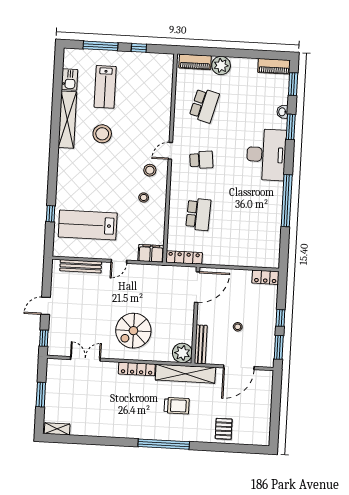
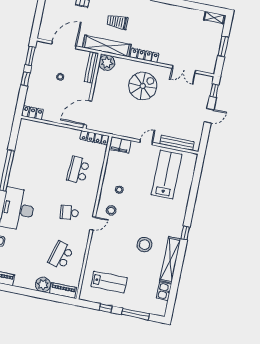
lab bench: (105, 87) -> (109, 282), moved, turned 90
window: (51, 214) -> (185, 233), moved
lab bench: (88, 225) -> (166, 175), turned -90

